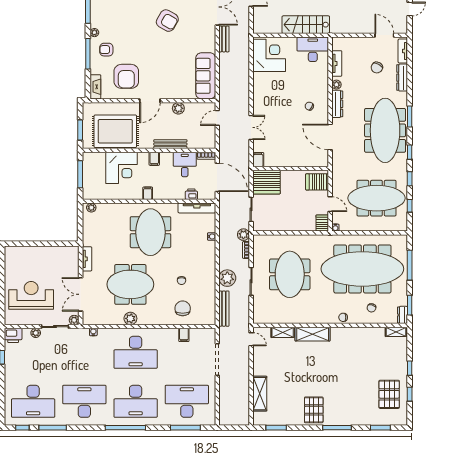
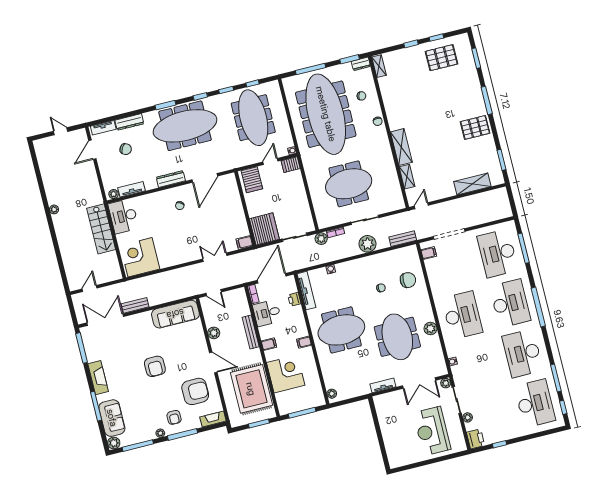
armchair: (167, 21) -> (155, 366), moved, turned 150
plant: (336, 85) -> (114, 194), moved
chair: (183, 308) -> (408, 280), turned 180
bench: (224, 309) -> (403, 239), width x0.73
filing cabinet: (184, 335) -> (429, 253), moved

